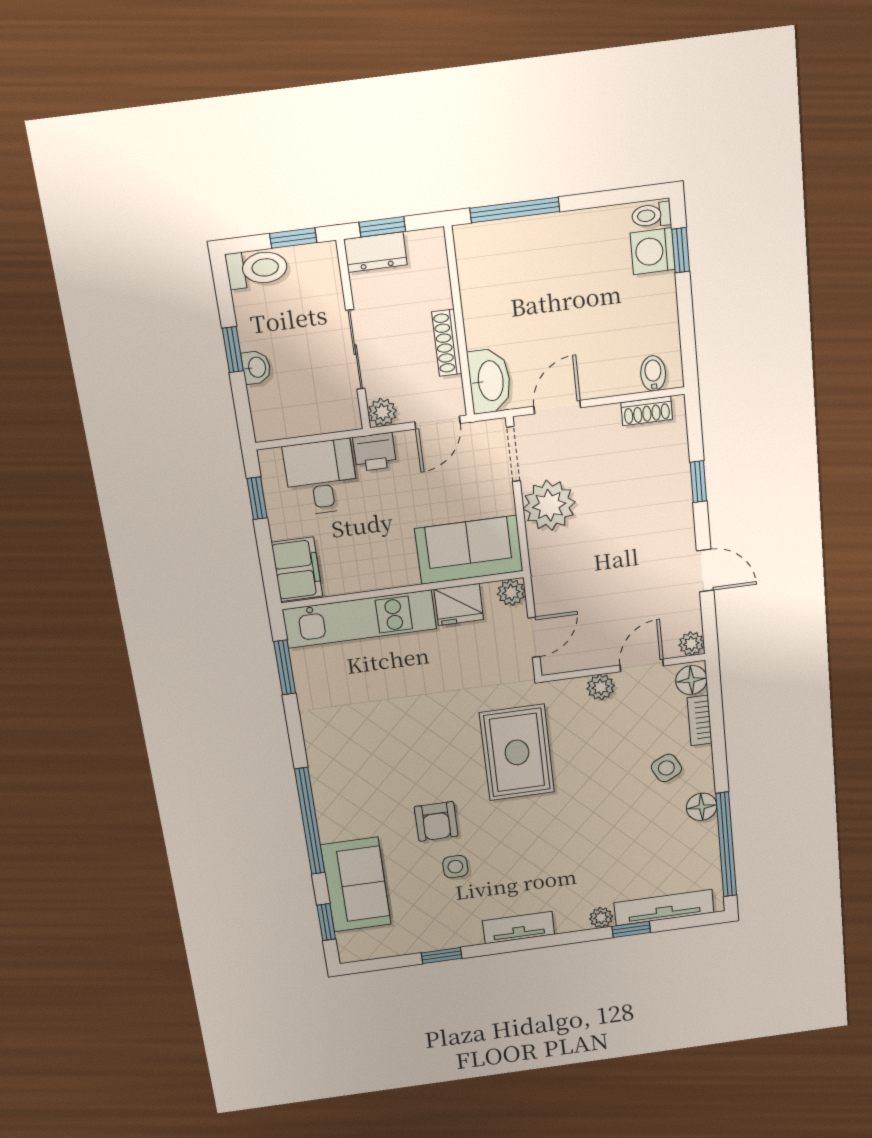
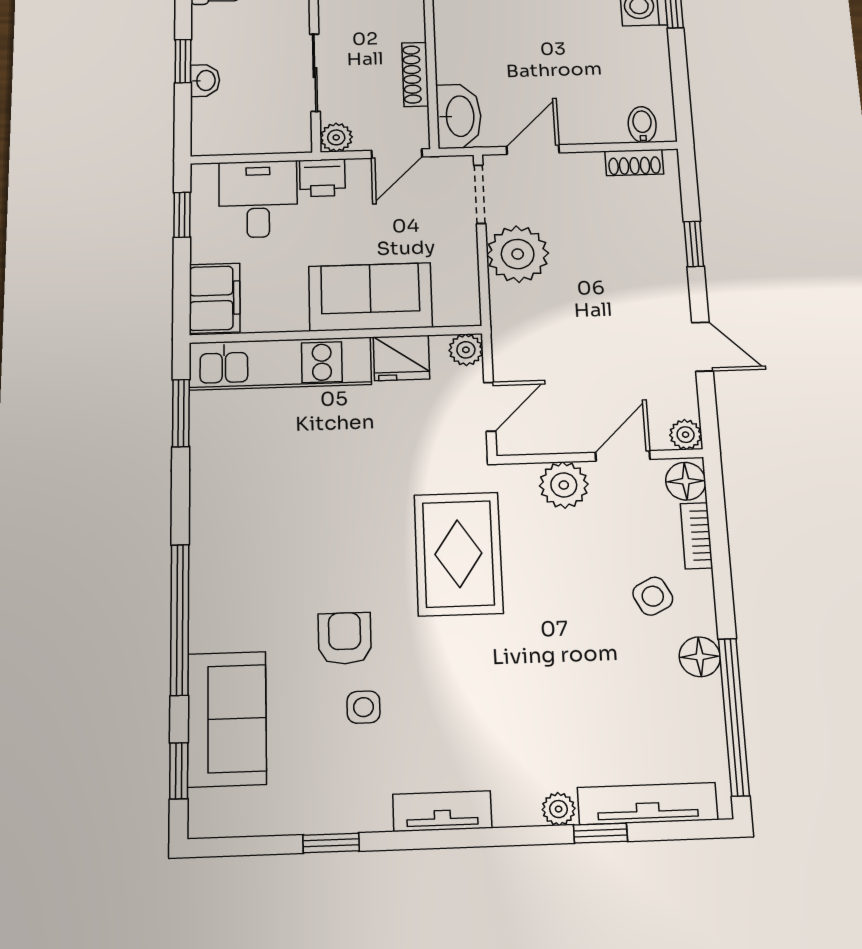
sofa: (469, 550) -> (370, 297), moved
plant: (601, 687) -> (564, 485), width x1.38, depth x1.38
armchair: (436, 821) -> (345, 638), turned 180

